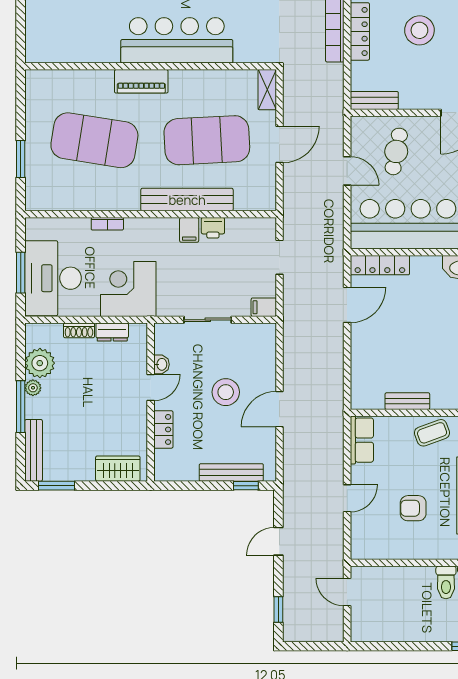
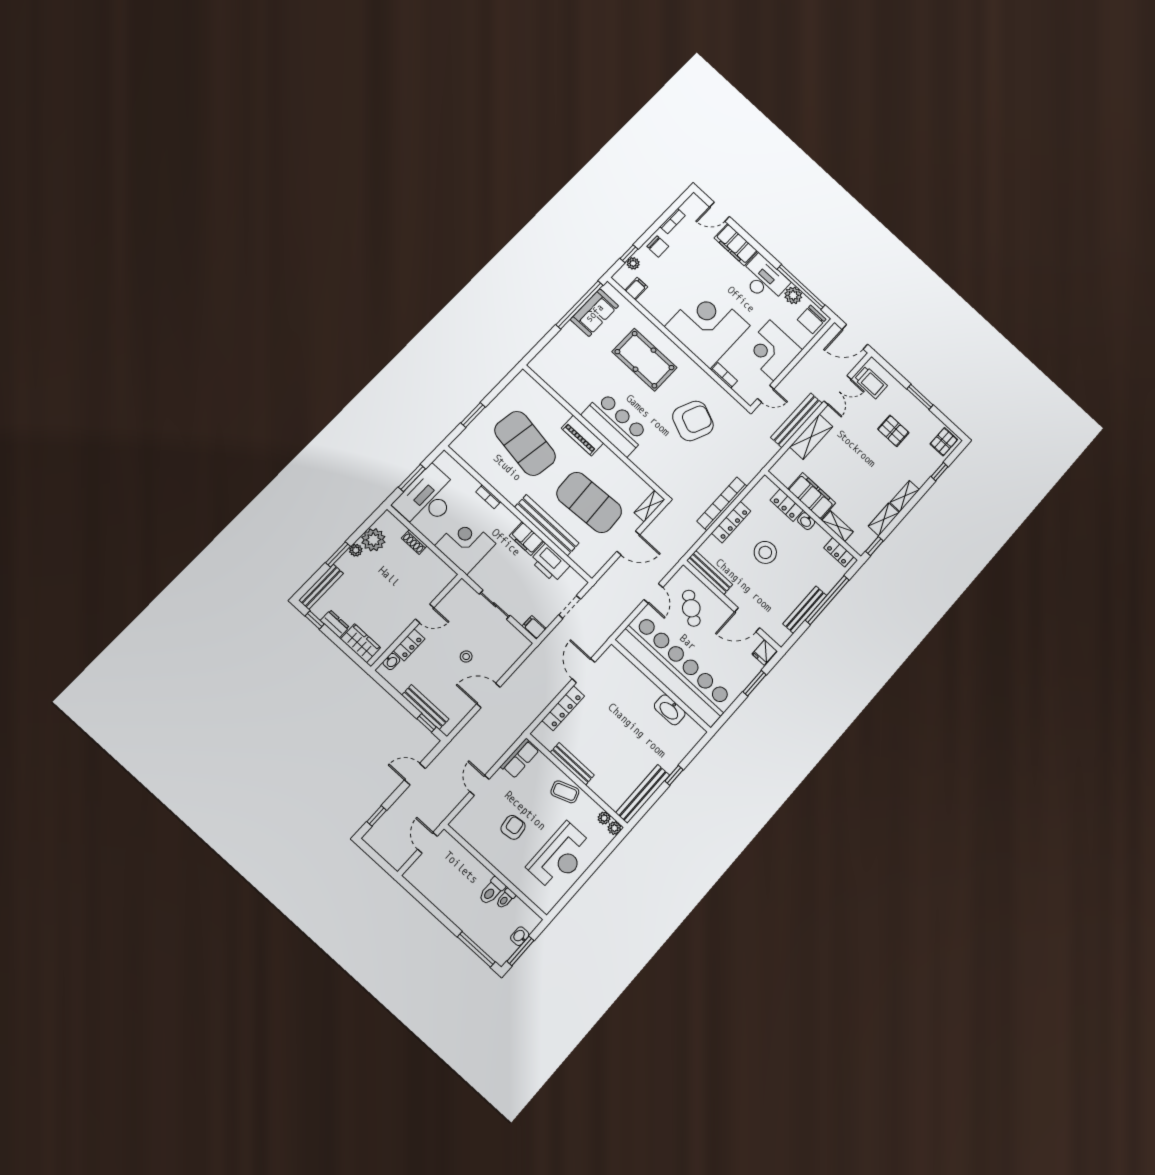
bar counter: (177, 40) -> (615, 424), width x0.73
bench: (374, 100) -> (710, 573), width x1.36
cafe table: (396, 151) -> (691, 608), turned -65
printer: (213, 228) -> (550, 563), width x1.87, depth x1.48
filing cabinet: (189, 230) -> (527, 539), width x2.00
locker: (380, 265) -> (563, 708), moved, turned -90
door: (347, 305) -> (584, 671), swing flipped
dresser: (112, 332) -> (335, 624), moved, turned 180
washbasin: (161, 364) -> (391, 661), moved
stool: (226, 392) -> (466, 657), width x0.53, depth x0.53
bench: (407, 401) -> (572, 764), width x1.36
window: (21, 407) -> (338, 555), width x0.69
window: (56, 486) -> (315, 620), width x0.67
door: (347, 498) -> (479, 785), swing flipped
armchair: (413, 508) -> (513, 827), turned 83

